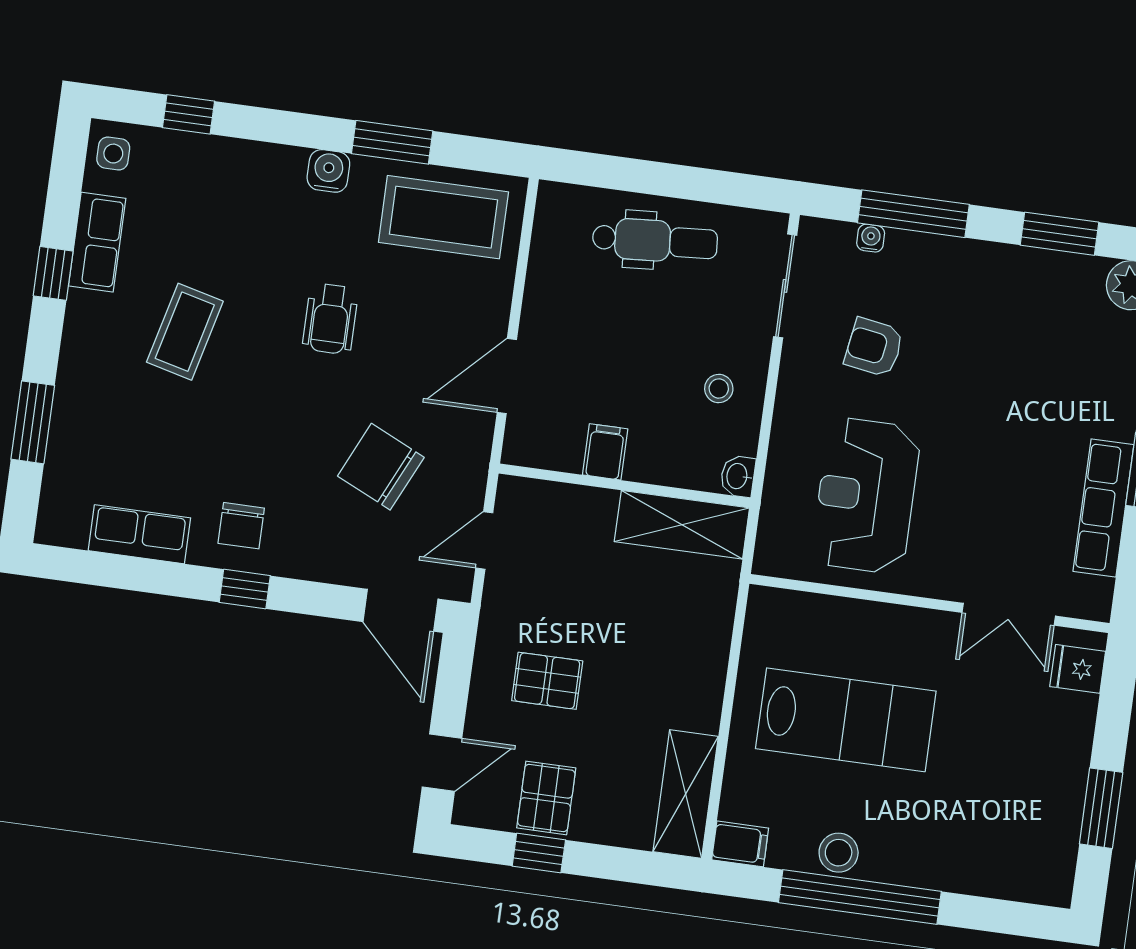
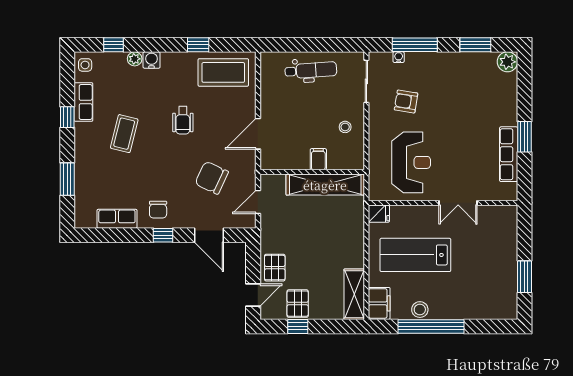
window: (392, 142) -> (198, 45), width x0.67
plant: (235, 155) -> (135, 59), added
water cooler: (328, 171) -> (152, 60), moved
filing cabinet: (605, 452) -> (318, 159), moved
washbasin: (738, 476) -> (358, 162), removed
reception desk: (866, 496) -> (411, 162), turned 180
shelving: (682, 525) -> (325, 185), width x1.47
door: (400, 610) -> (209, 235), moved
double door: (1009, 614) -> (458, 203), moved
fridge: (1078, 669) -> (379, 214), moved, turned 180
pallet: (547, 681) -> (275, 268), moved, turned 90
lab bench: (846, 720) -> (415, 255), turned 180
filing cabinet: (740, 844) -> (379, 303), width x2.00

